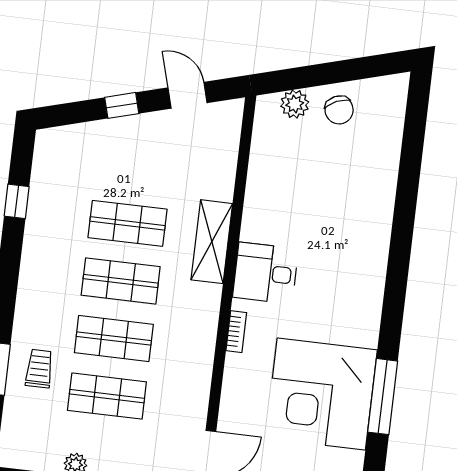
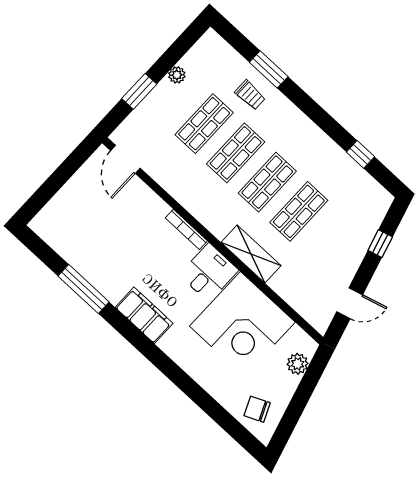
window: (122, 105) -> (380, 244), moved
chair: (339, 110) -> (257, 409), moved
filing cabinet: (363, 310) -> (144, 315), added
bookcase: (236, 332) -> (186, 229), width x1.56
corner desk: (321, 394) -> (242, 324), moved, turned 180

